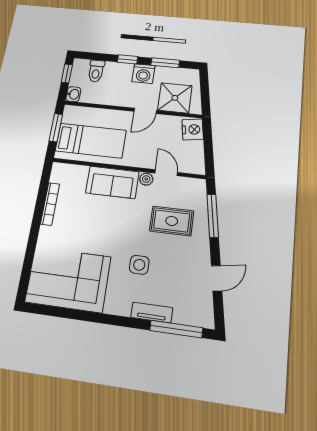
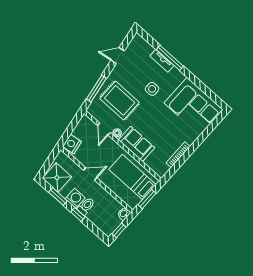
toilet: (96, 71) -> (86, 206), moved
shower: (175, 98) -> (57, 178), moved
rug: (172, 221) -> (120, 100), width x1.36, depth x1.43
window: (176, 329) -> (170, 58), moved

